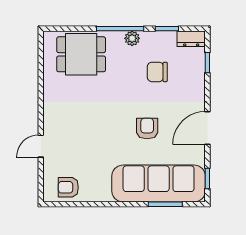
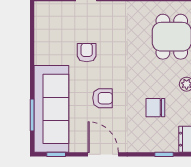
chair: (157, 72) -> (155, 108), turned -90
armchair: (68, 187) -> (87, 53), moved

